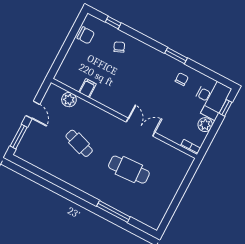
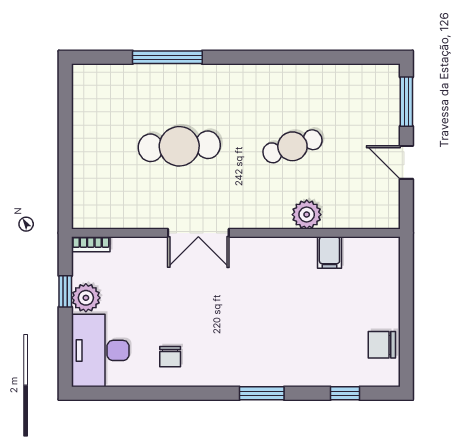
chair: (119, 47) -> (311, 355), removed
window: (176, 56) -> (262, 393), moved
plant: (69, 100) -> (307, 215), moved
window: (225, 108) -> (65, 291), moved
cafe table: (79, 143) -> (292, 146), turned -36

